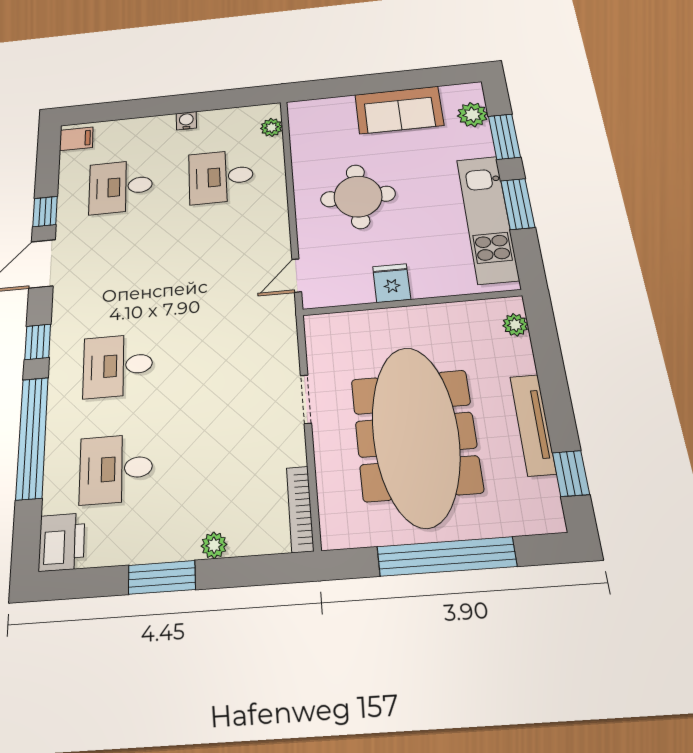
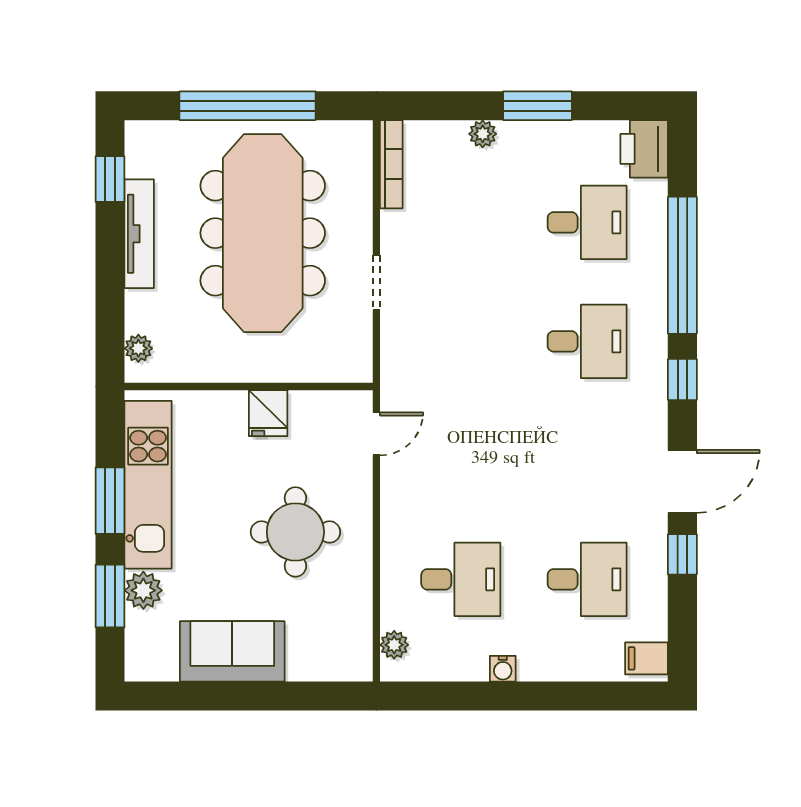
plant: (472, 115) -> (143, 590), moved

